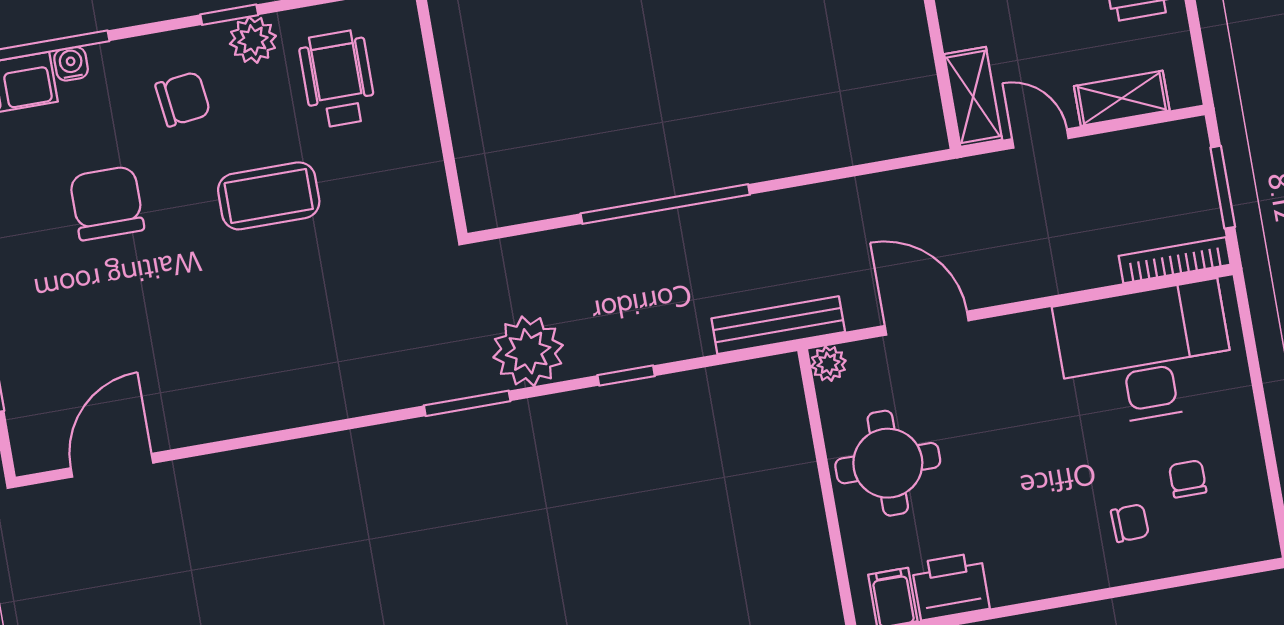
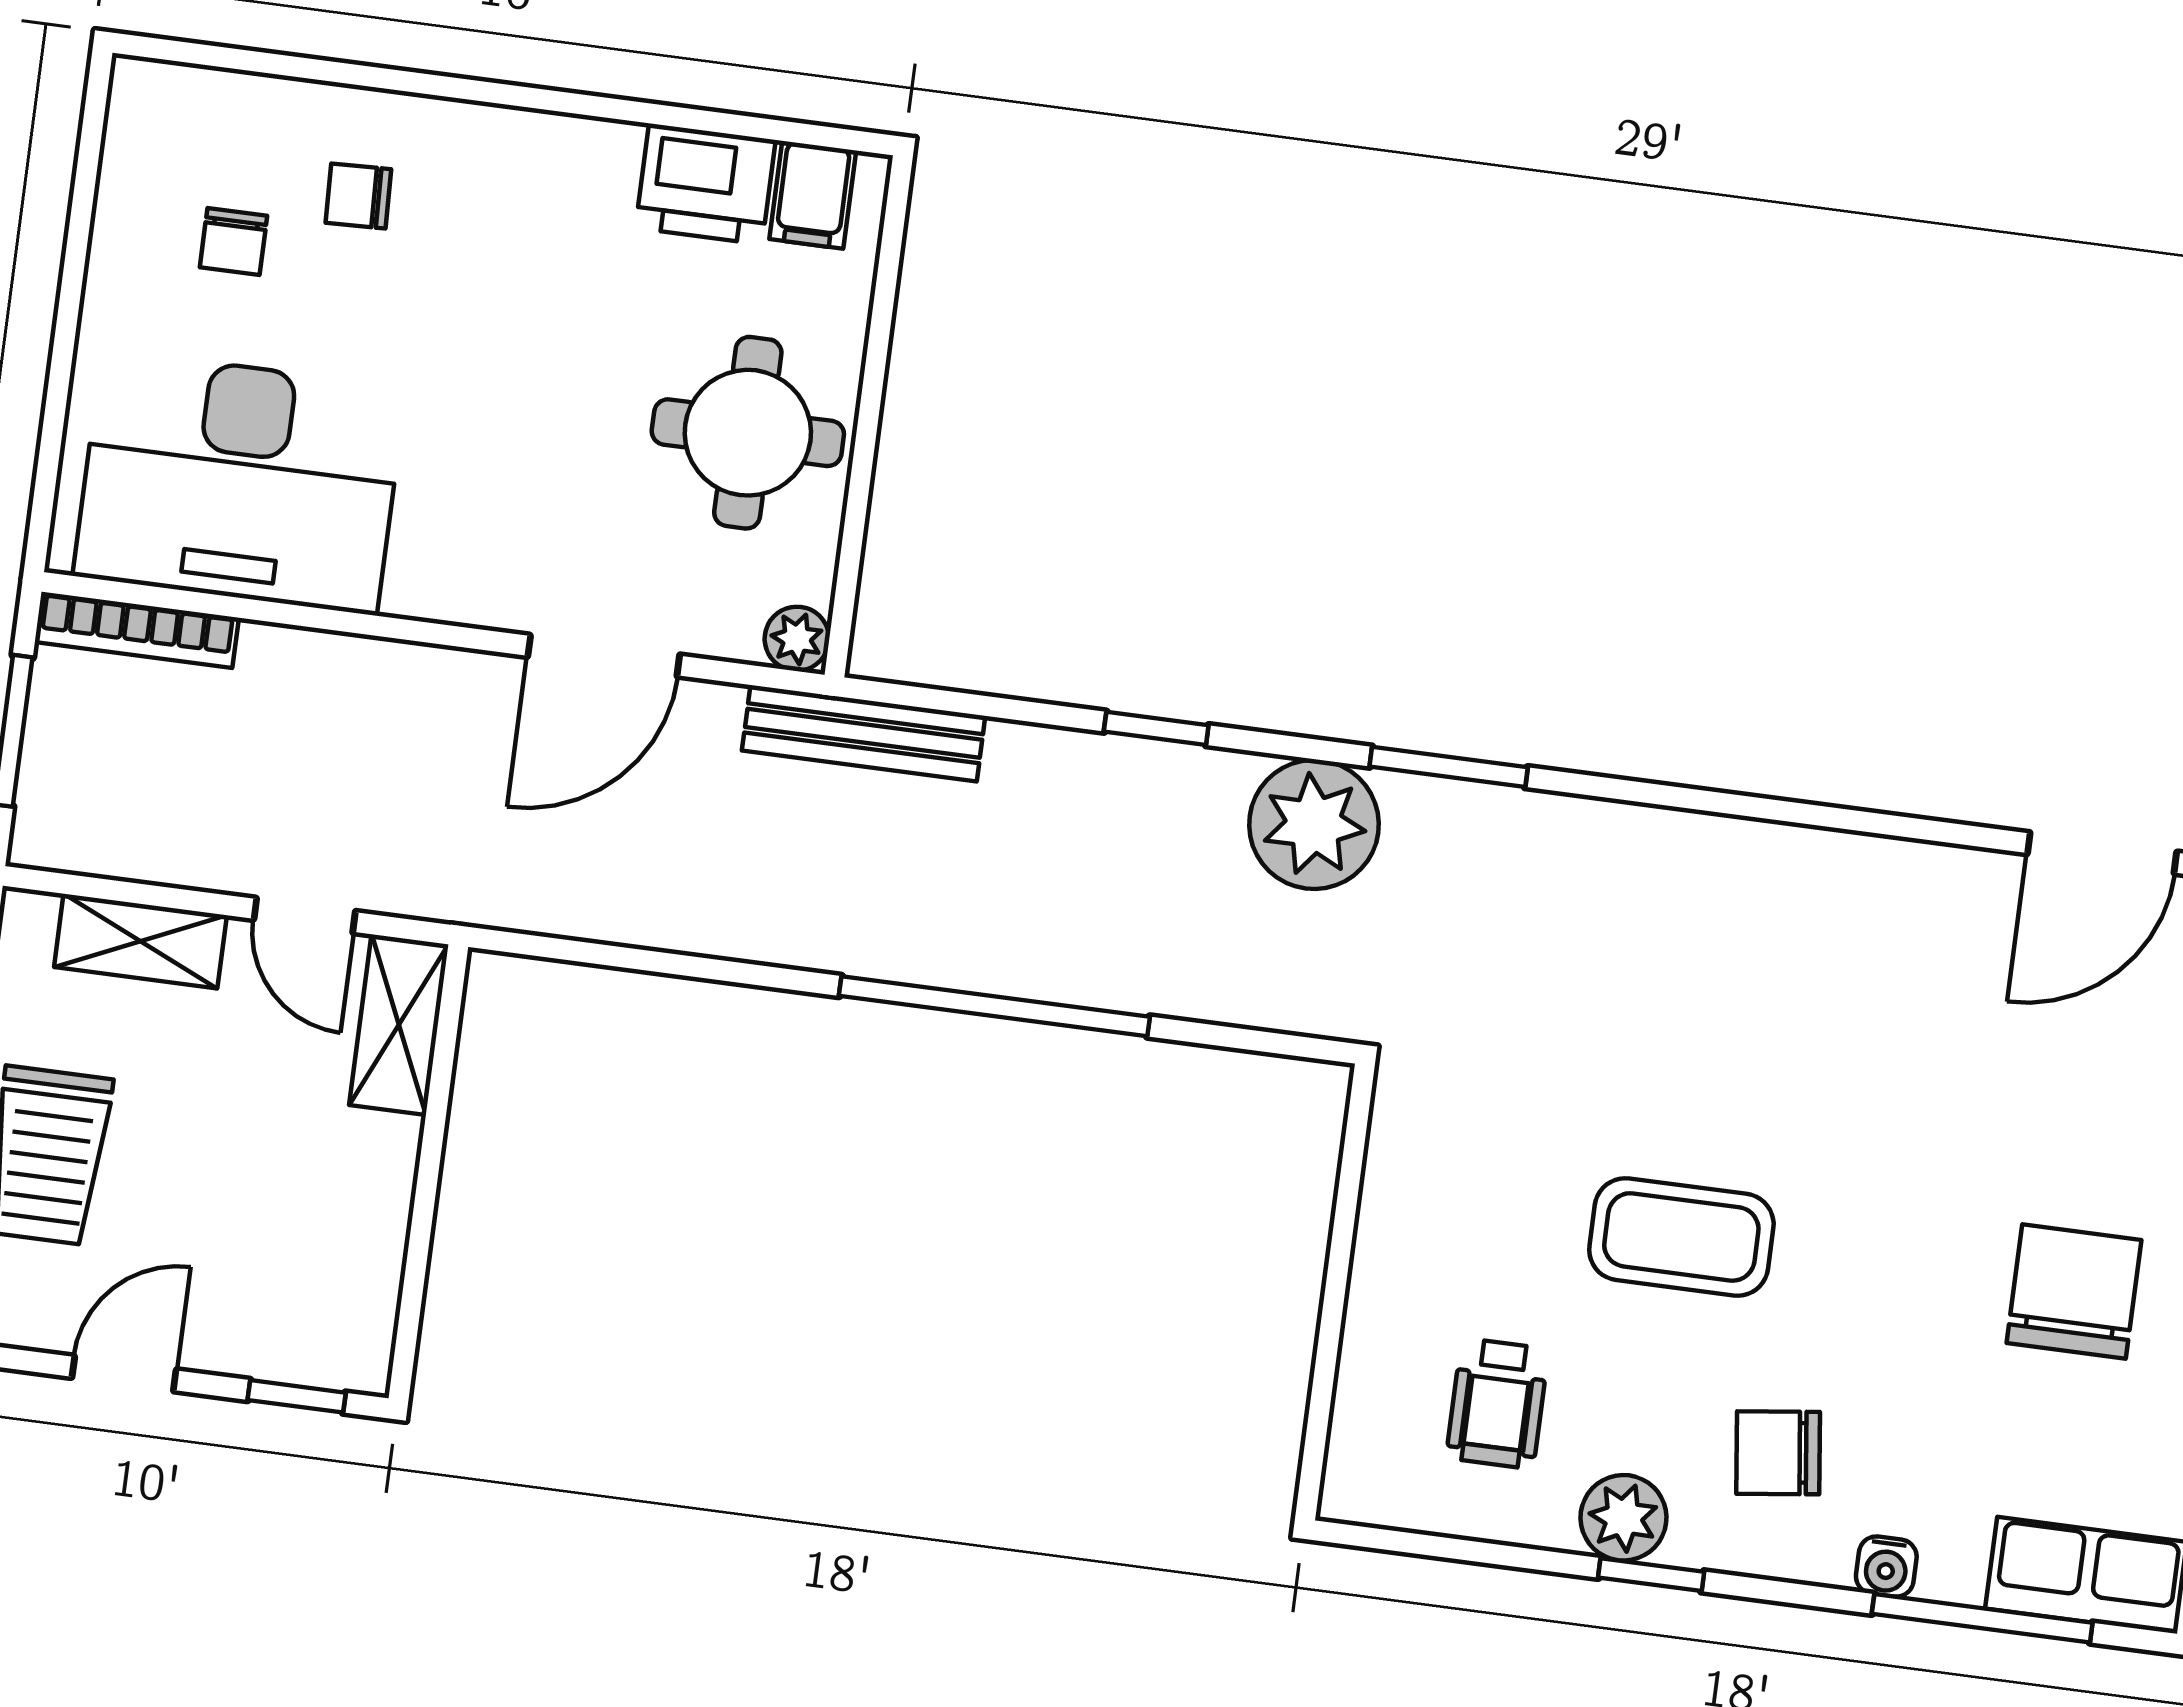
water cooler: (71, 64) -> (1886, 1567), moved
wheelchair: (338, 79) -> (1497, 1404), width x0.73, depth x0.73
chair: (107, 203) -> (2074, 1292), moved, turned 180
door: (927, 323) -> (604, 656), hinge flipped

